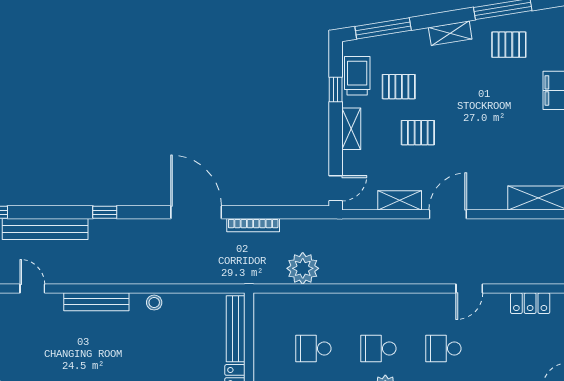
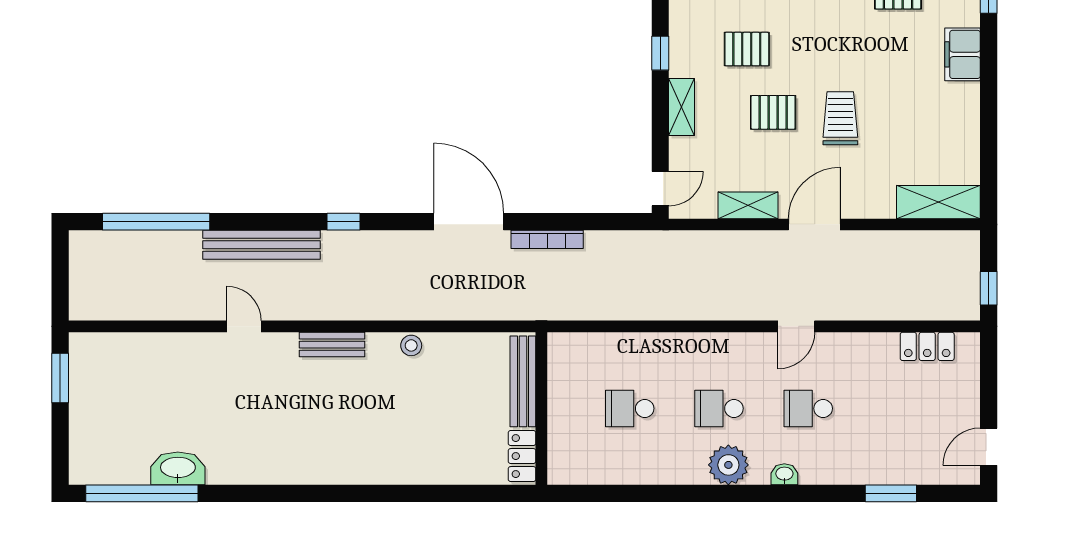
trolley: (357, 76) -> (840, 118), moved
plant: (303, 268) -> (615, 299), removed
door: (469, 289) -> (796, 326), moved
bench: (96, 302) -> (332, 345), width x0.73

